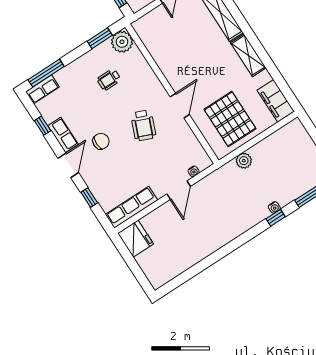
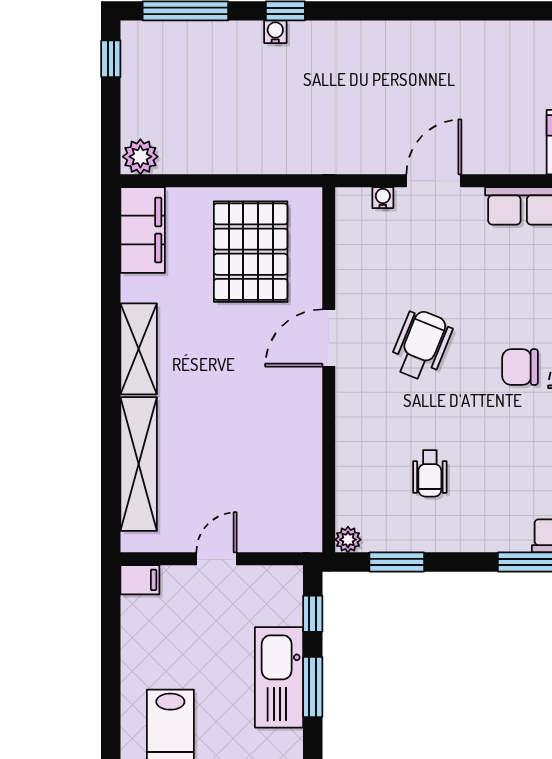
plant: (122, 42) -> (348, 540), width x0.53, depth x0.53
wheelchair: (109, 80) -> (430, 473), turned 90
plant: (244, 161) -> (140, 157), moved

